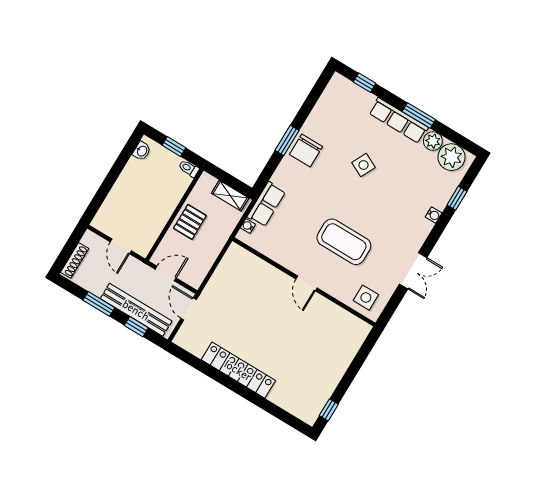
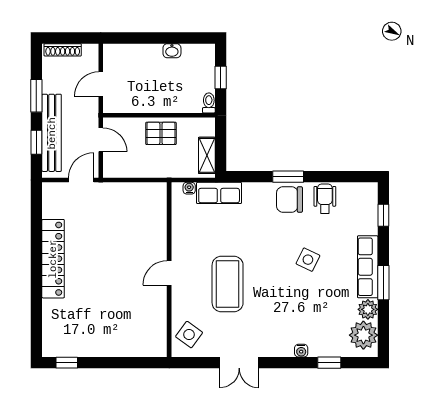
wheelchair: (323, 122) -> (325, 199), added
washbasin: (142, 151) -> (172, 51), moved
side table: (366, 298) -> (189, 335), turned 36

